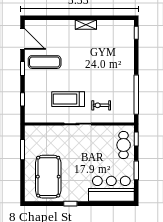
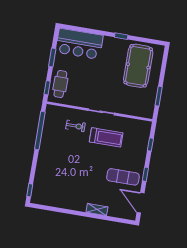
shelving: (86, 25) -> (97, 210), moved

